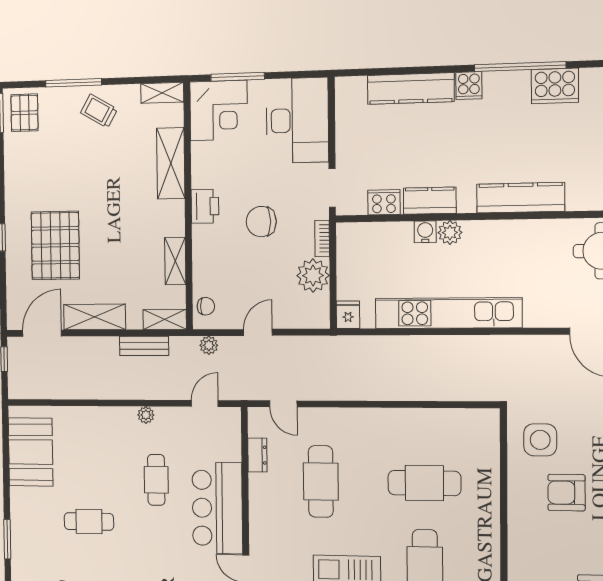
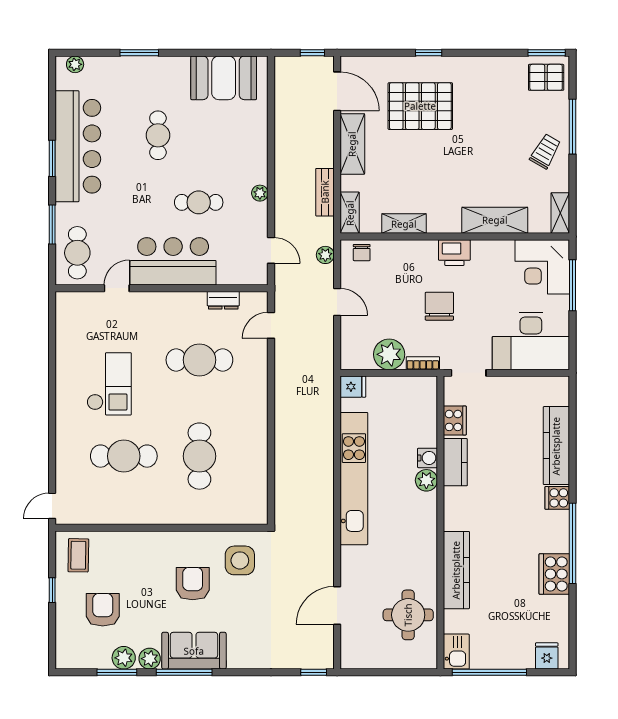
kitchen counter: (521, 198) -> (456, 570), moved

